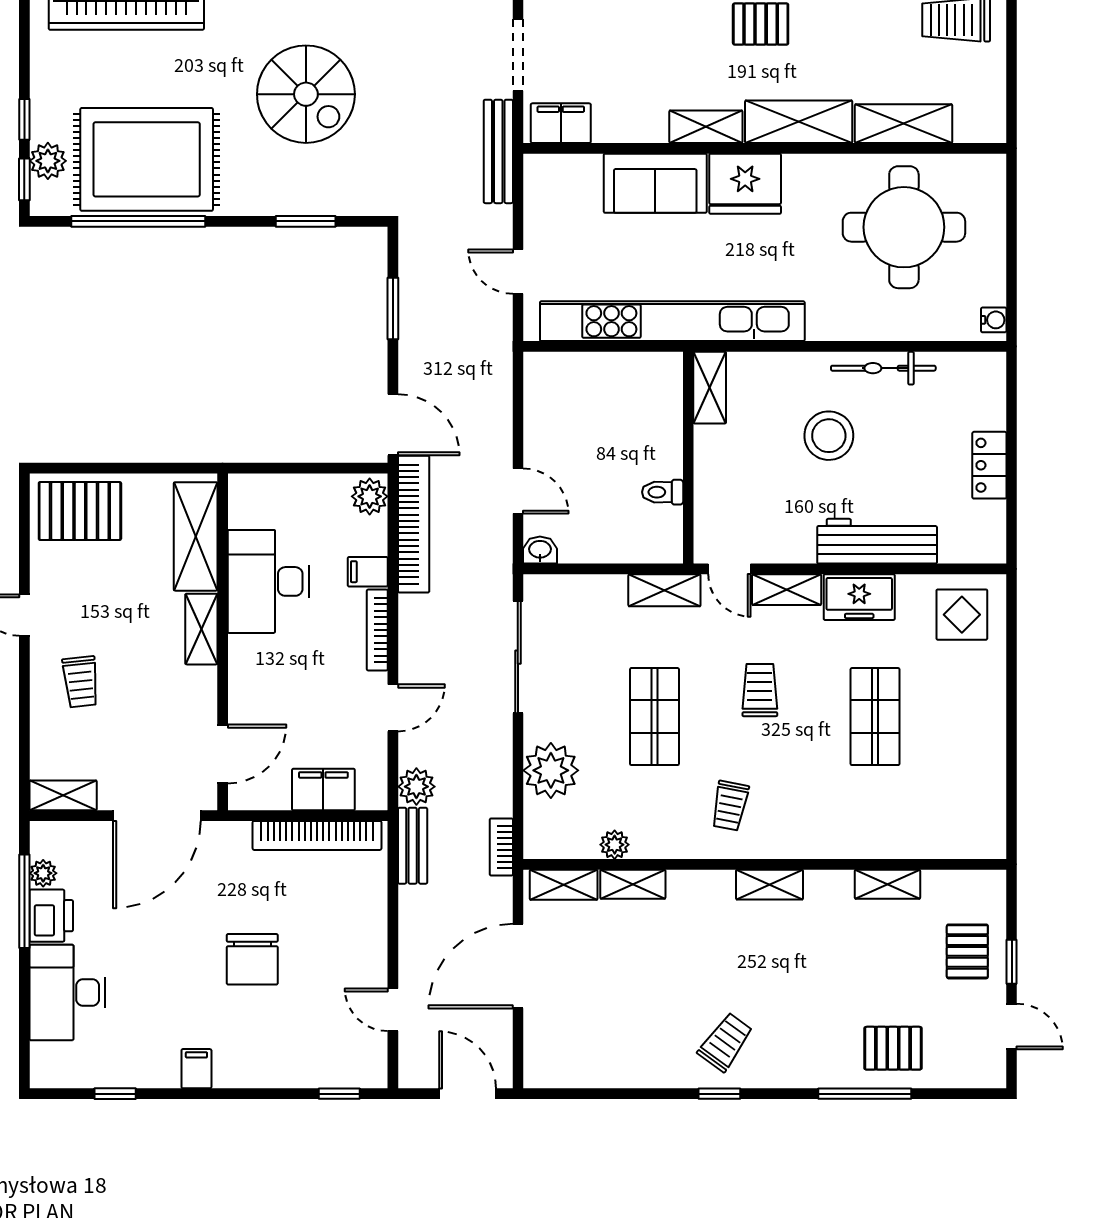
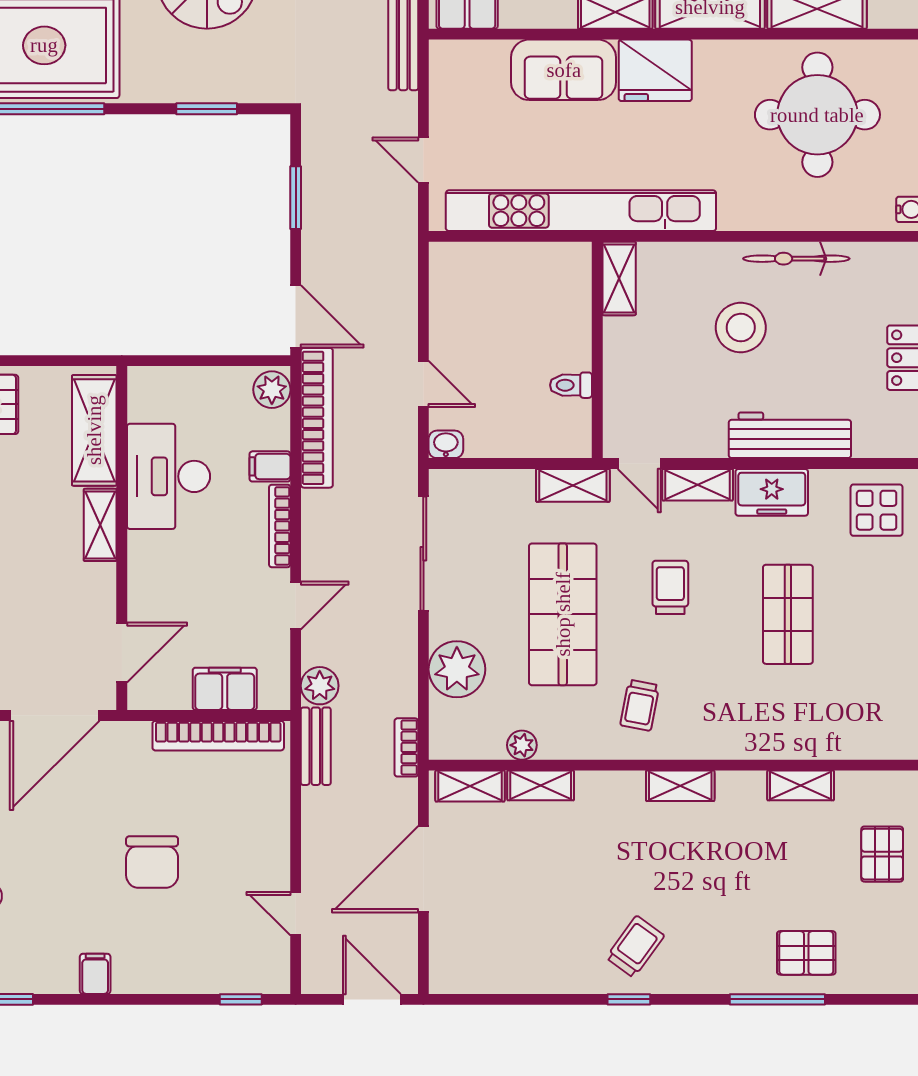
shop shelf: (654, 717) -> (563, 614), width x1.43, depth x1.36

